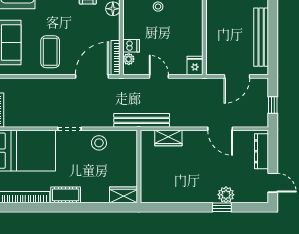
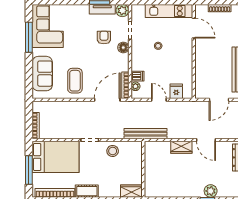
fridge: (195, 65) -> (176, 91), moved
wardrobe: (168, 138) -> (181, 147), moved

